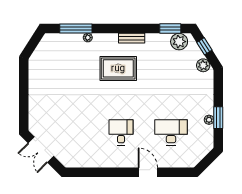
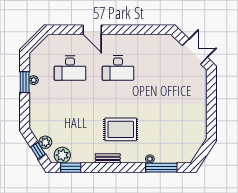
plant: (203, 65) -> (45, 142), moved
desk: (121, 132) -> (118, 68), width x1.37

